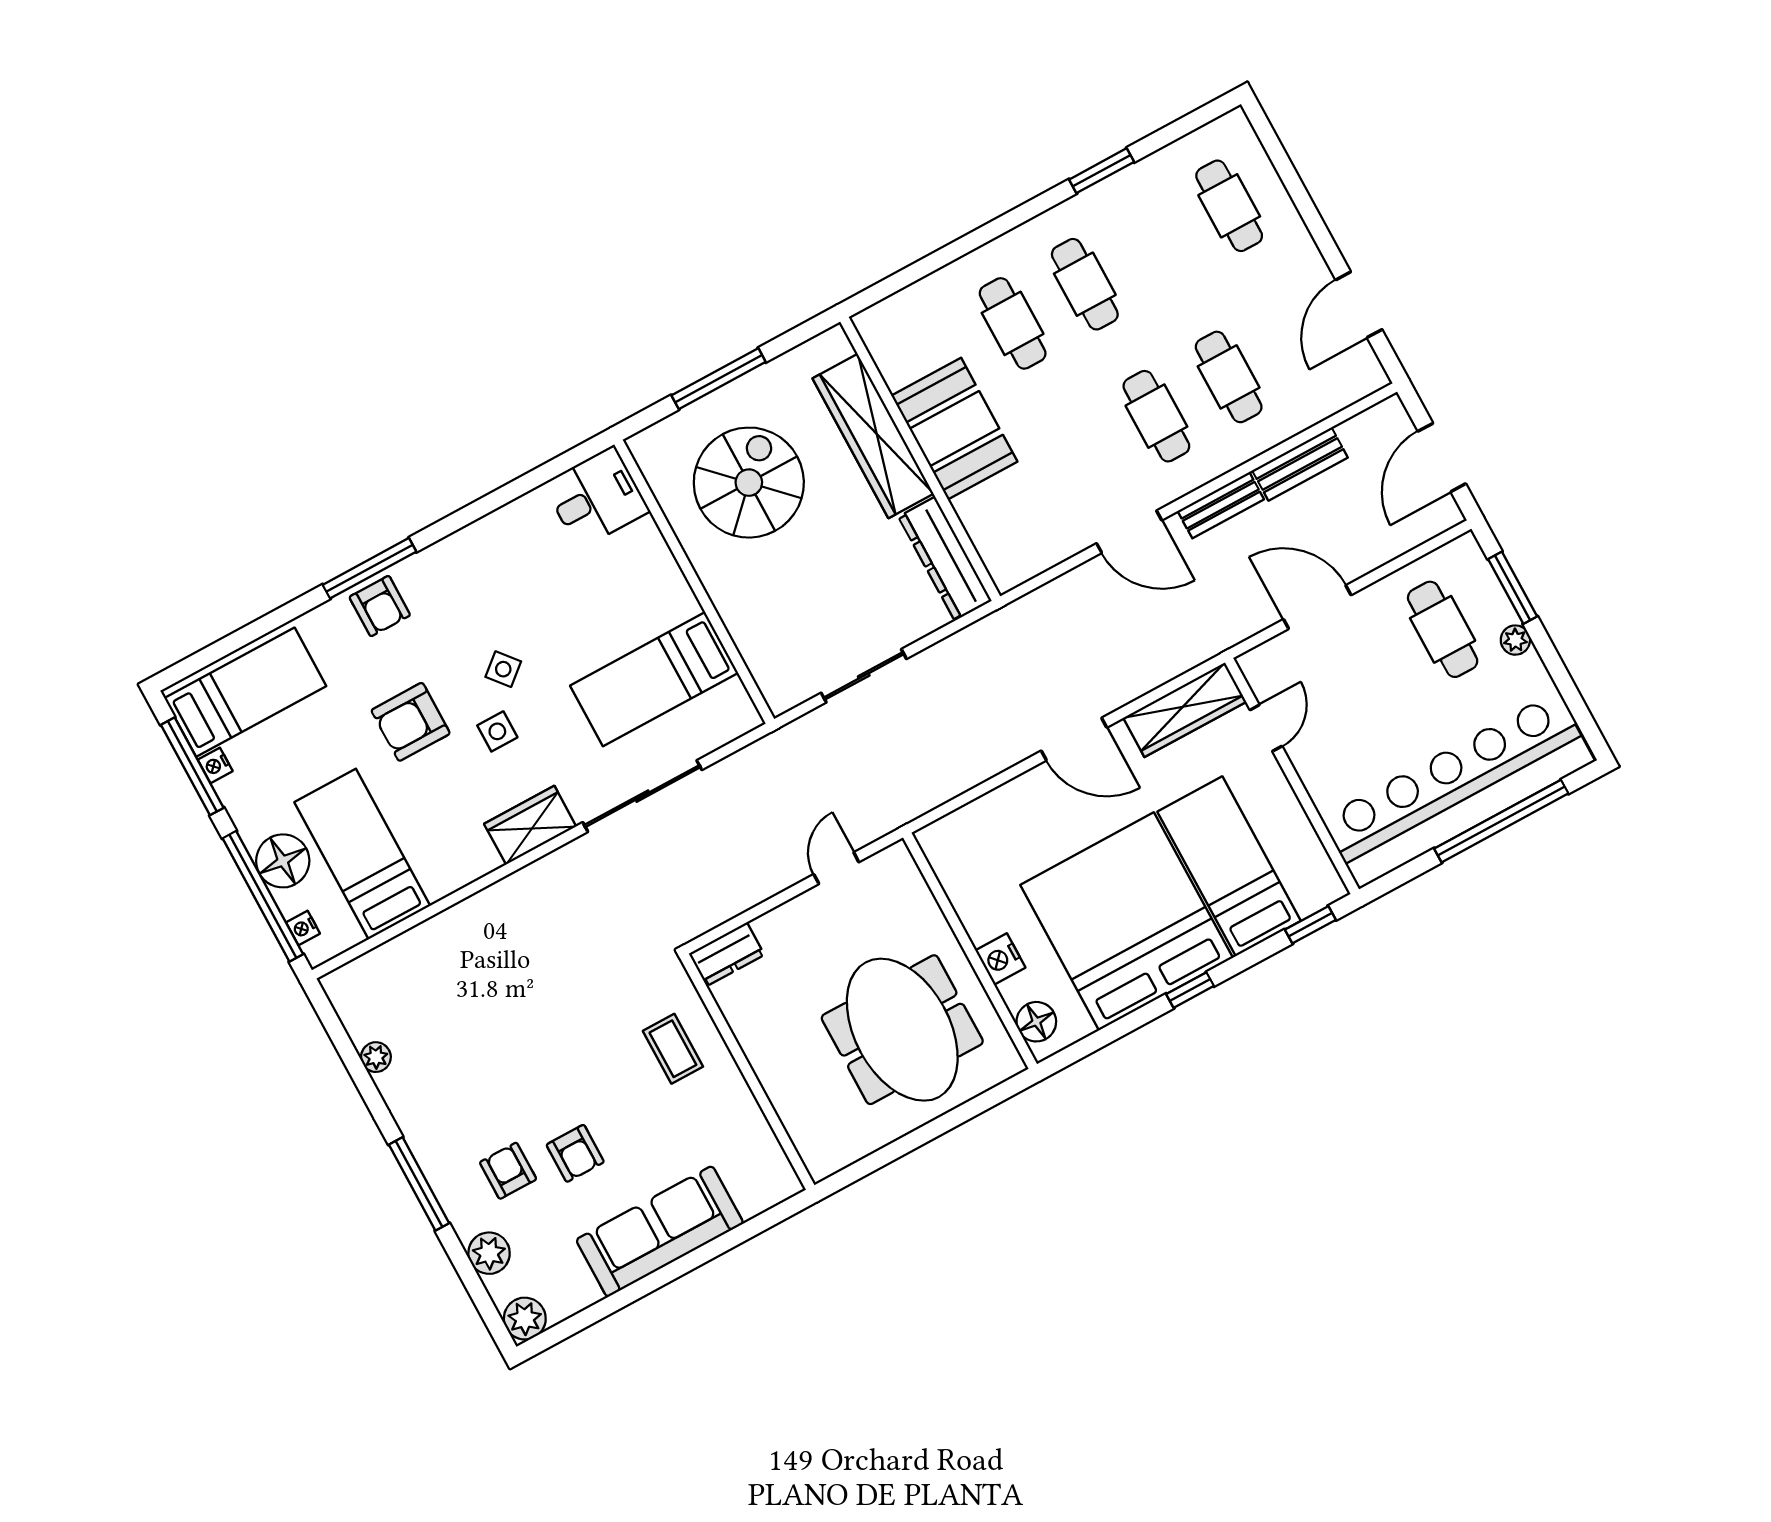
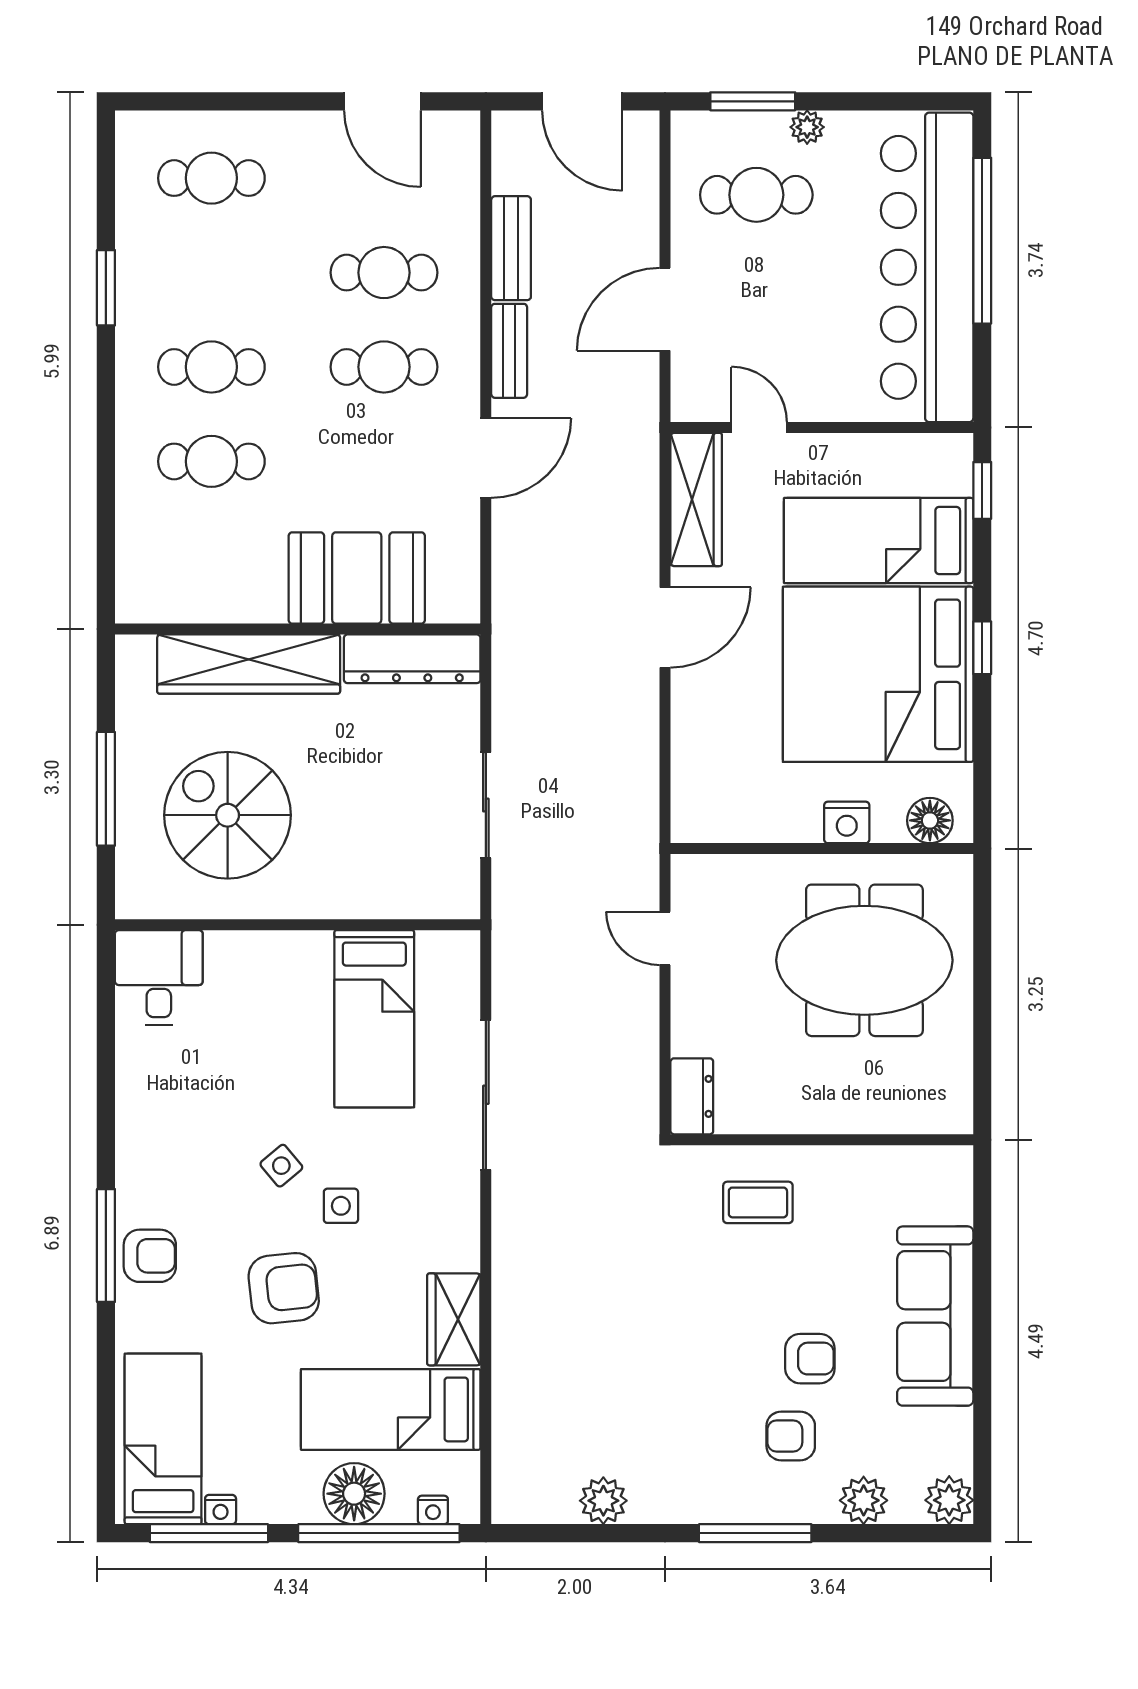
booth: (954, 429) -> (357, 578), moved
armchair: (411, 722) -> (284, 1288), turned -96
wardrobe: (530, 825) -> (454, 1319), moved
plant: (376, 1057) -> (603, 1501), width x1.38, depth x1.38

